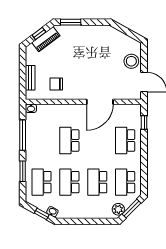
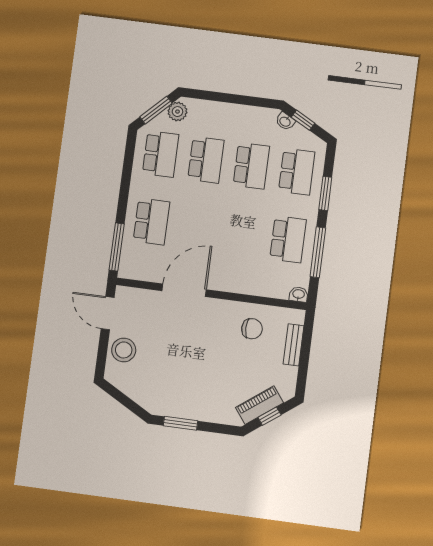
window: (71, 22) -> (181, 423), moved
window: (144, 122) -> (117, 247), width x2.17
school desk: (69, 141) -> (288, 239), moved

